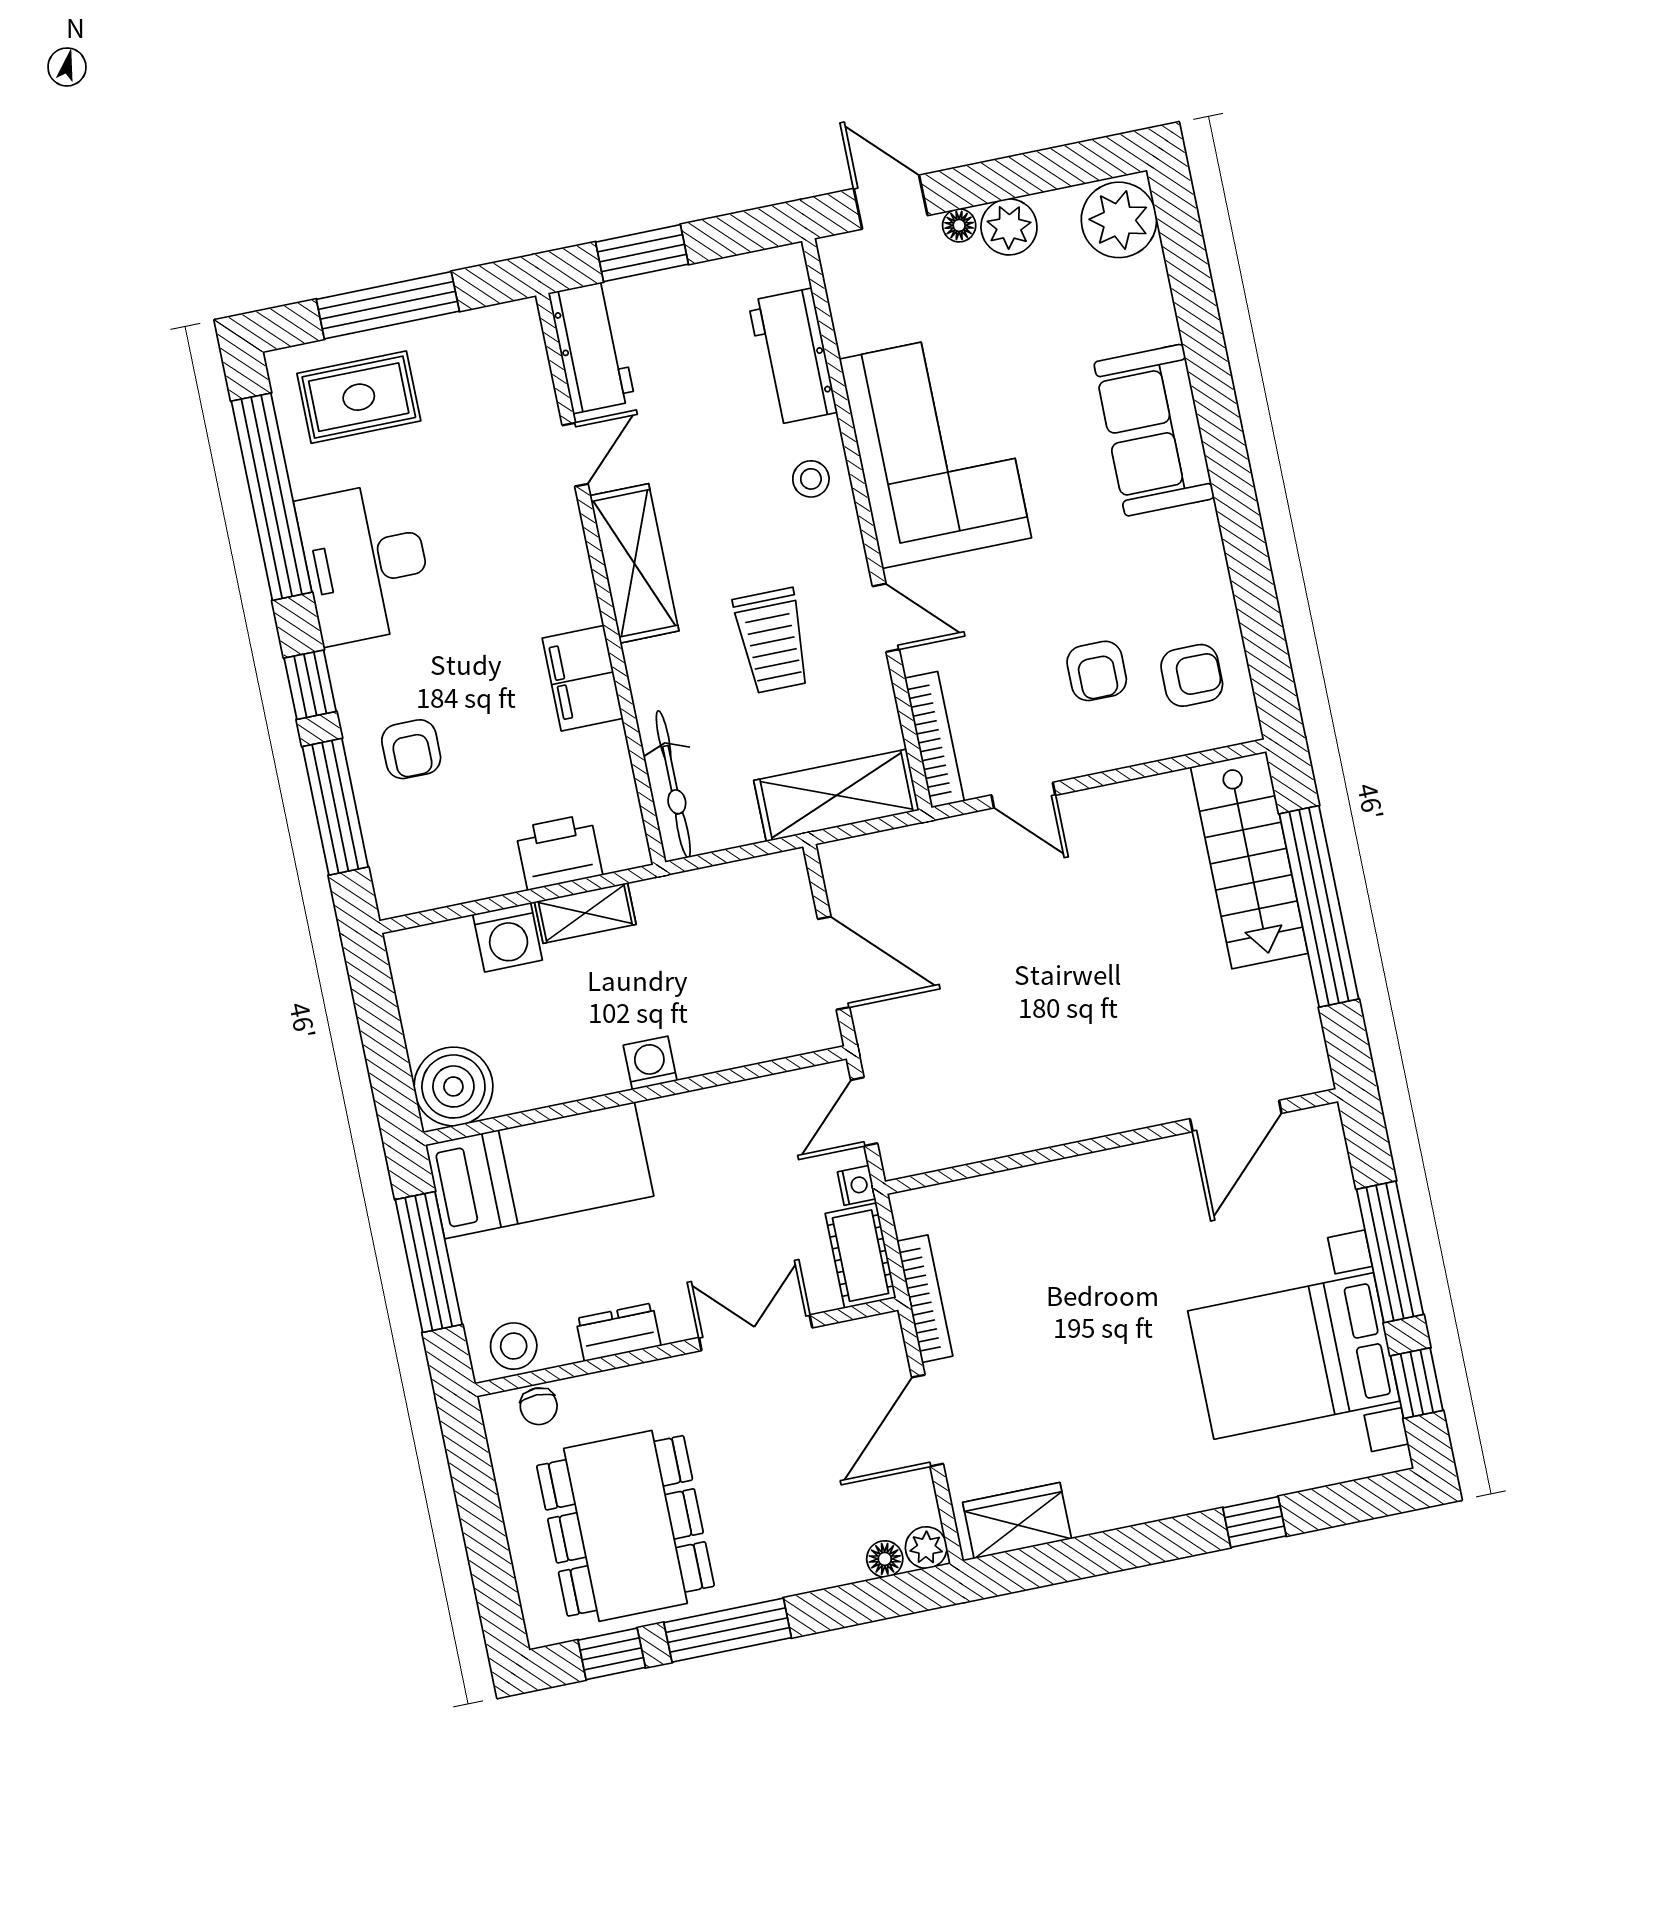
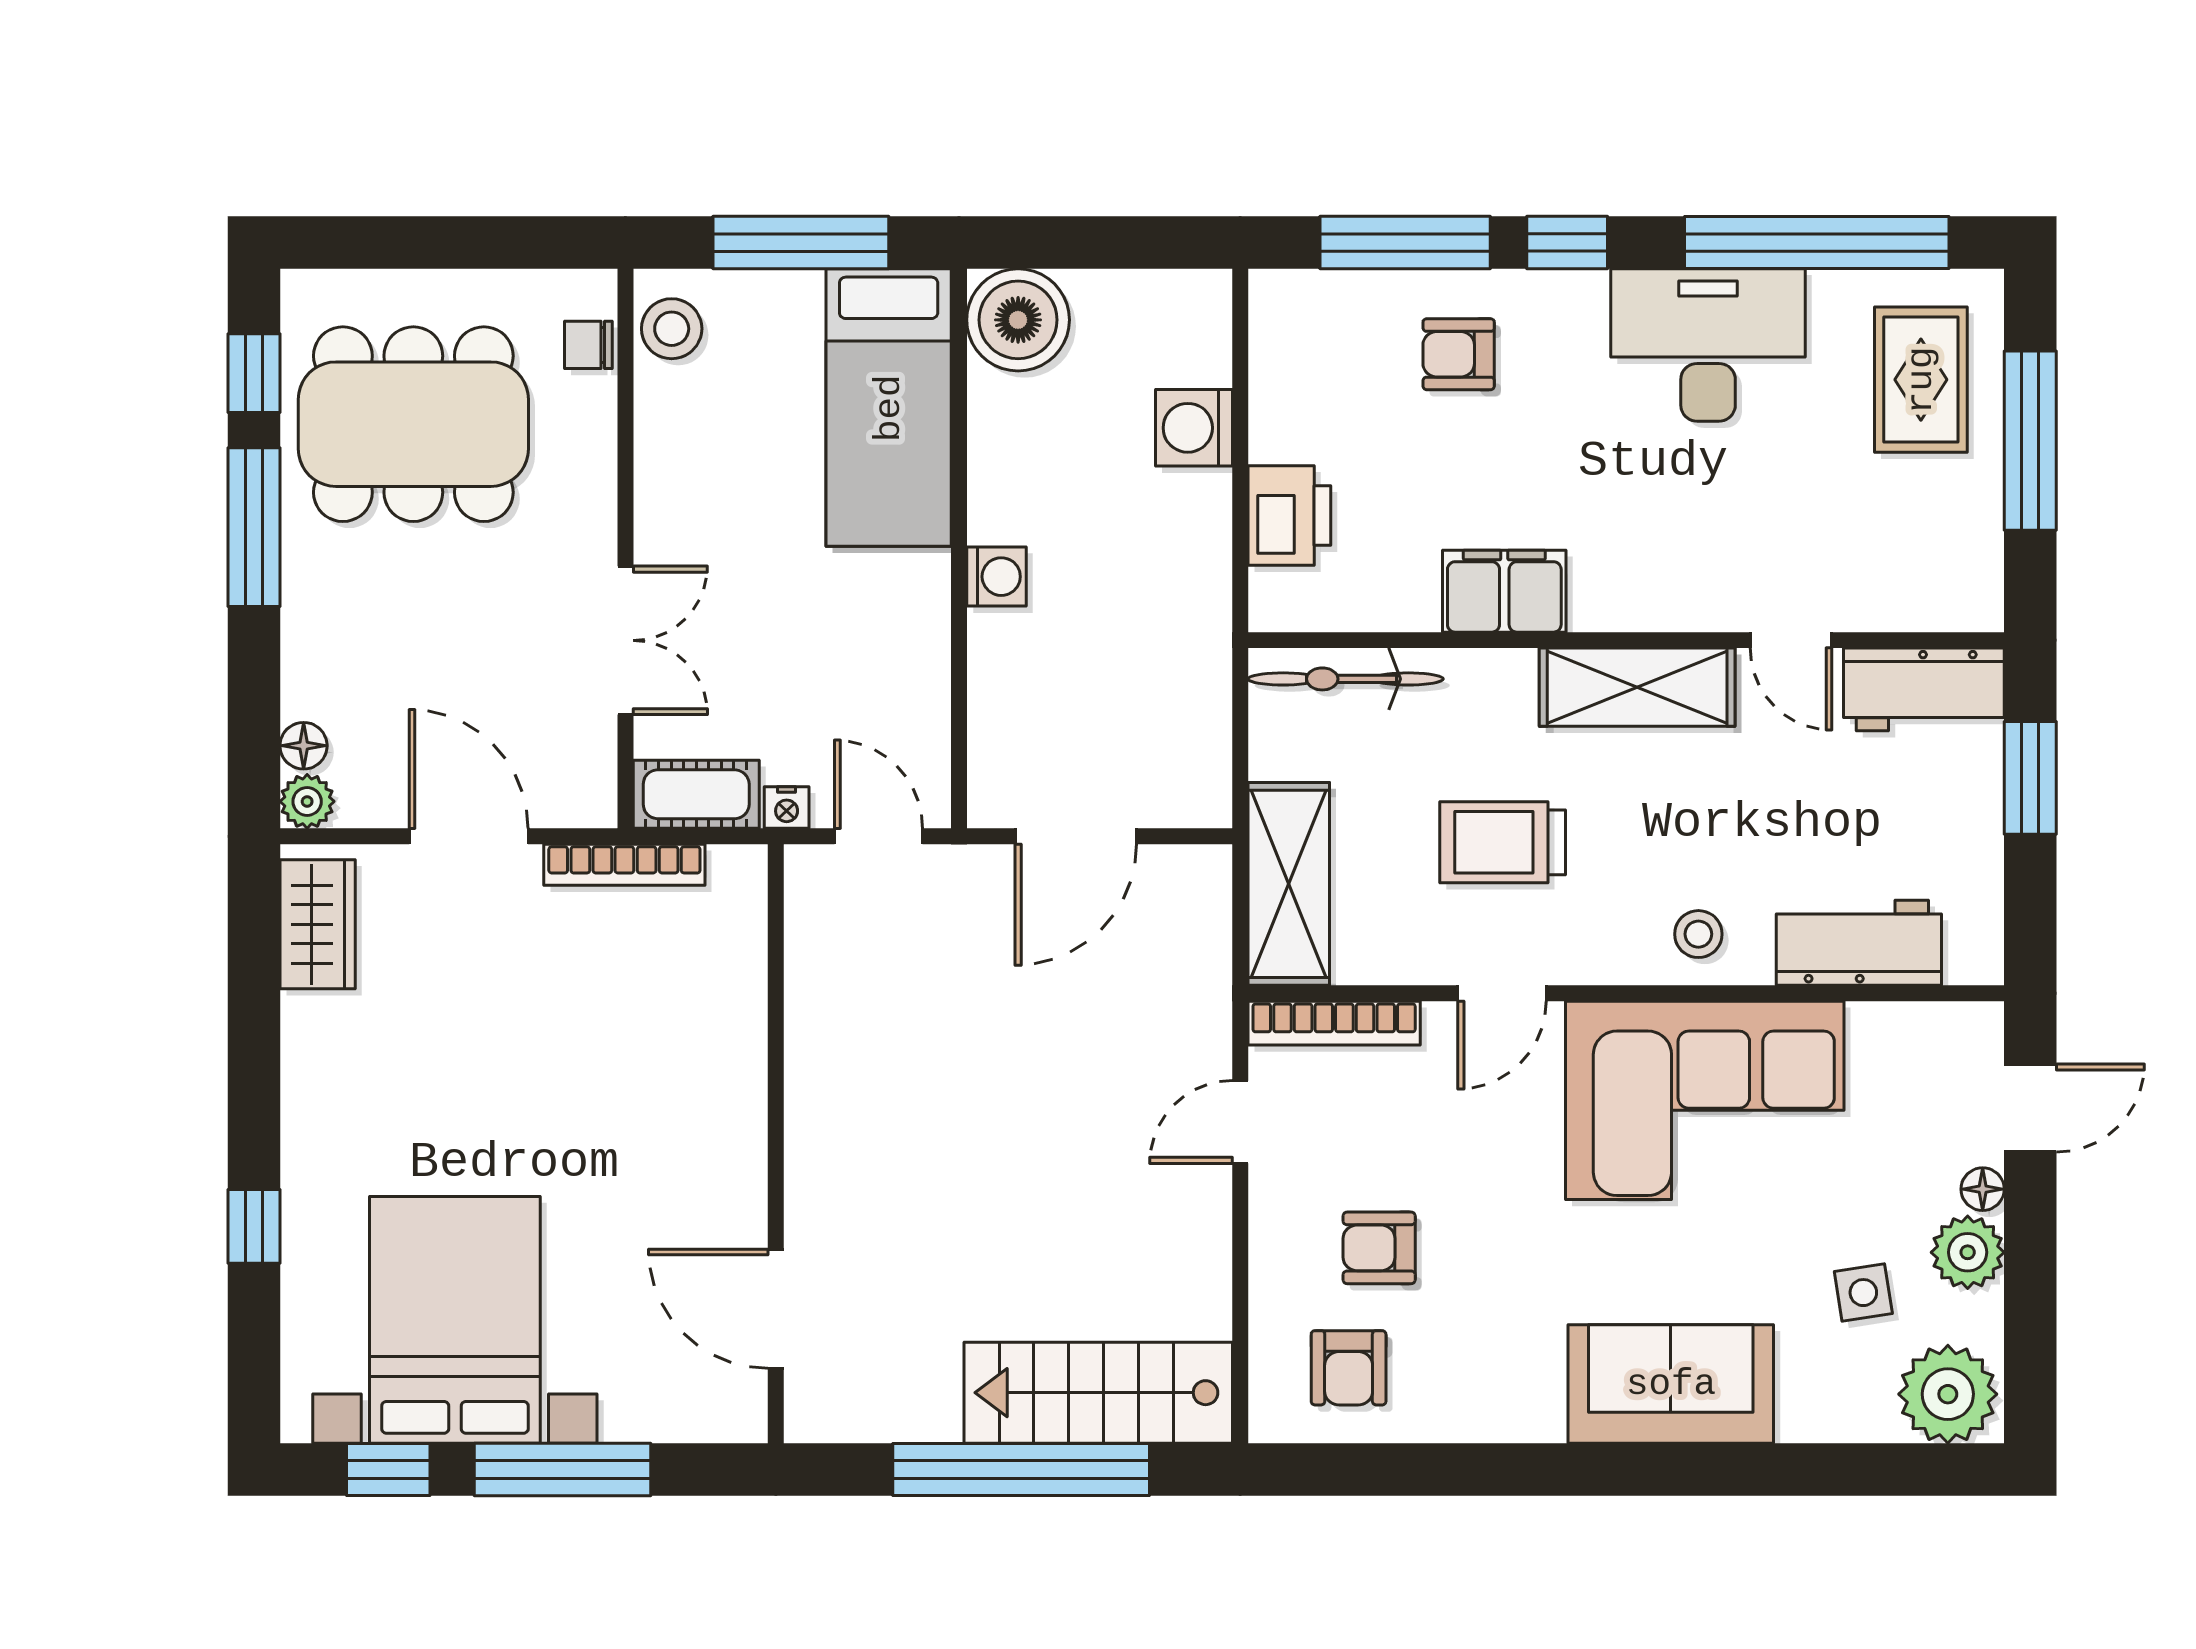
side table: (1055, 299) -> (1863, 1293), added
shelving: (585, 913) -> (1205, 533), removed
dresser: (618, 1332) -> (662, 466), removed

